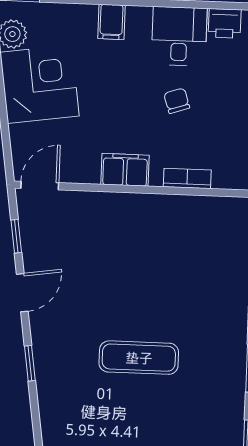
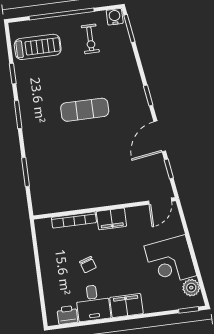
filing cabinet: (111, 22) -> (126, 306), width x2.00
bookcase: (187, 178) -> (74, 220), width x1.56
door: (22, 293) -> (160, 136), width x1.38

